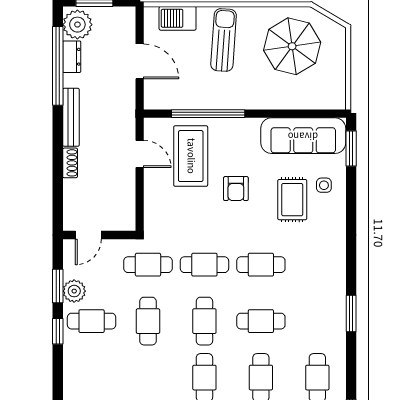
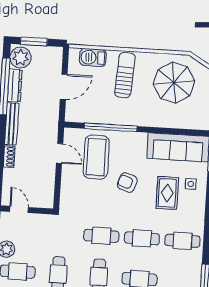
dresser: (72, 57) -> (15, 85), width x1.44
door: (140, 61) -> (64, 87), hinge flipped
armchair: (236, 189) -> (127, 183), turned 108
door: (88, 235) -> (19, 209), swing flipped
cafe table: (148, 265) -> (183, 241), moved

